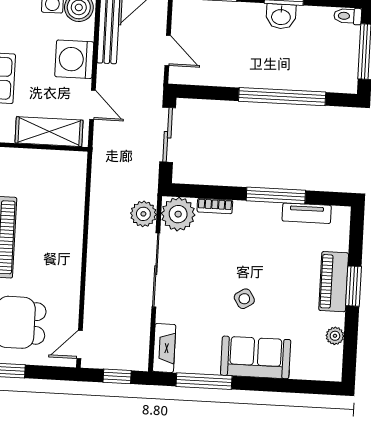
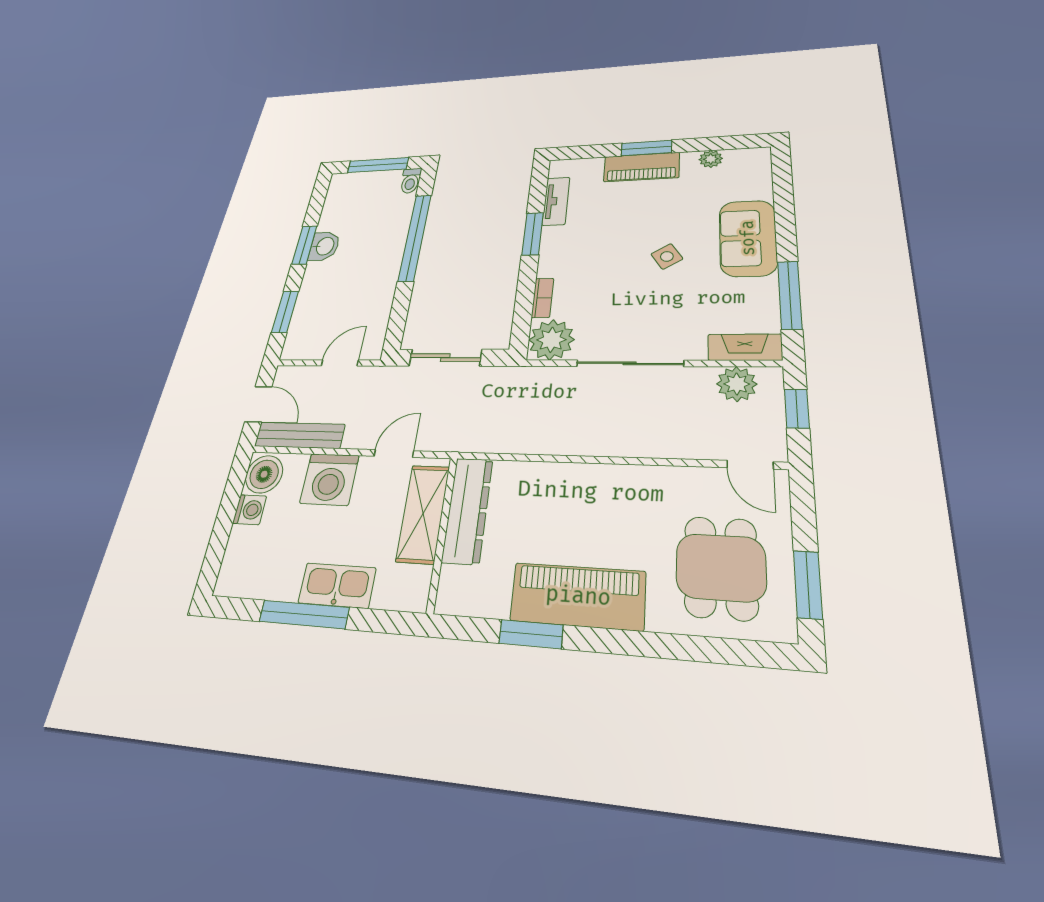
toilet: (348, 16) -> (410, 181), moved
dresser: (51, 162) -> (468, 510), added
window: (276, 196) -> (533, 234), width x0.69
plant: (143, 214) -> (737, 384), moved

